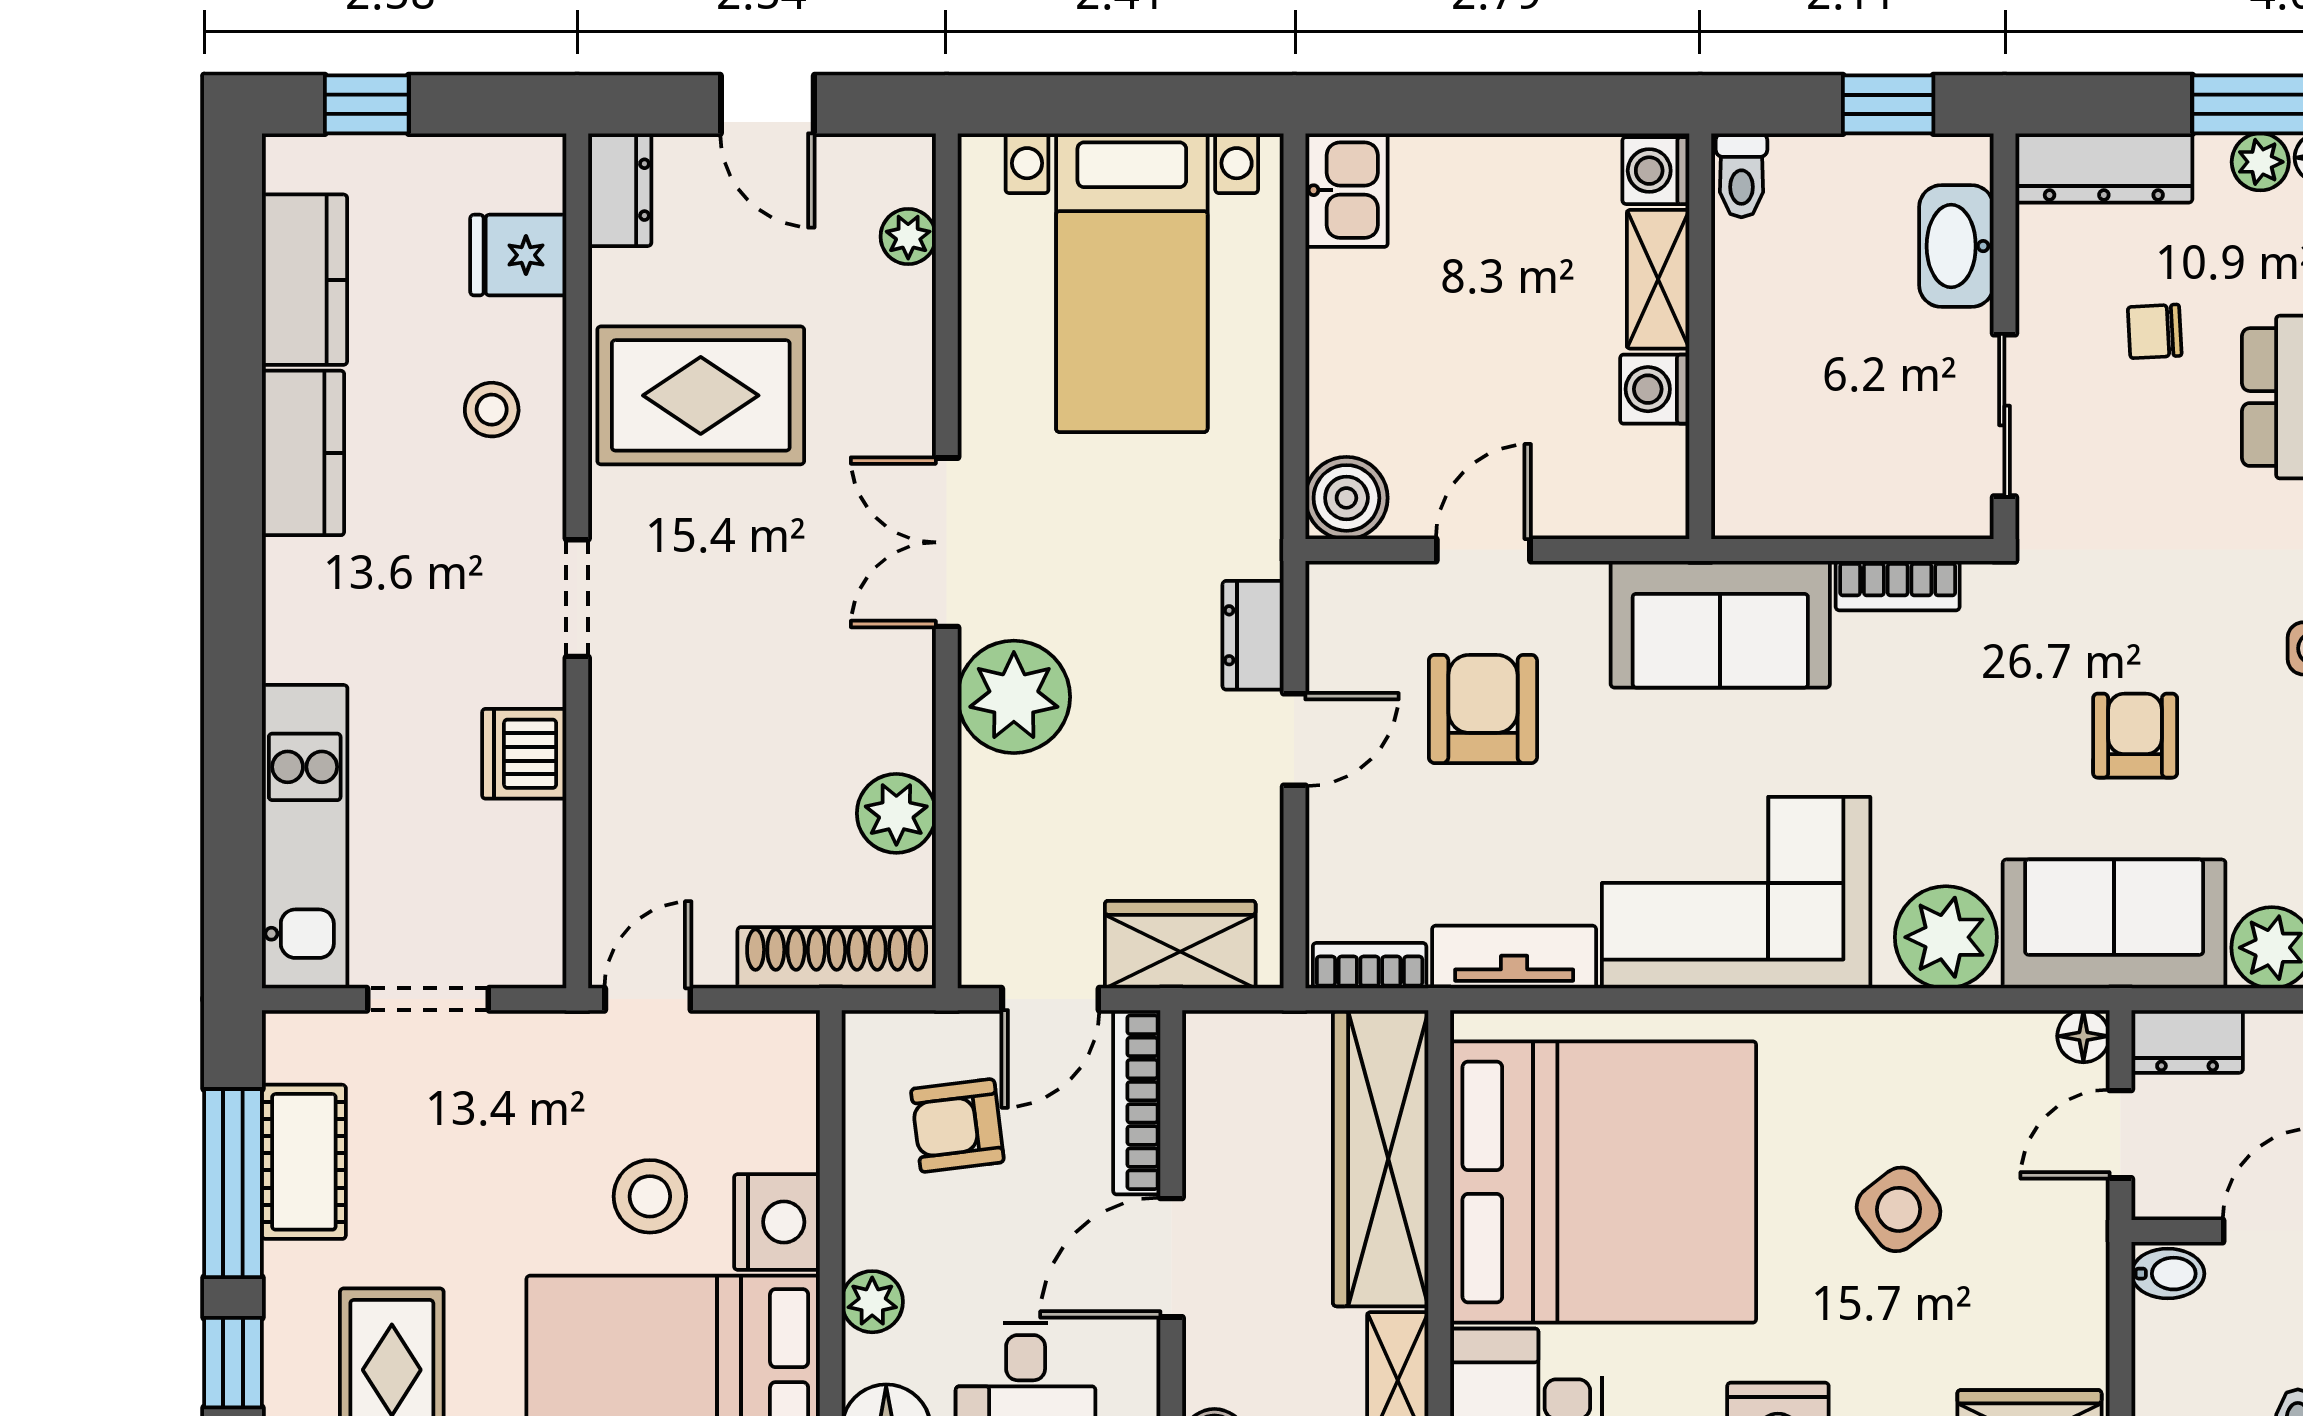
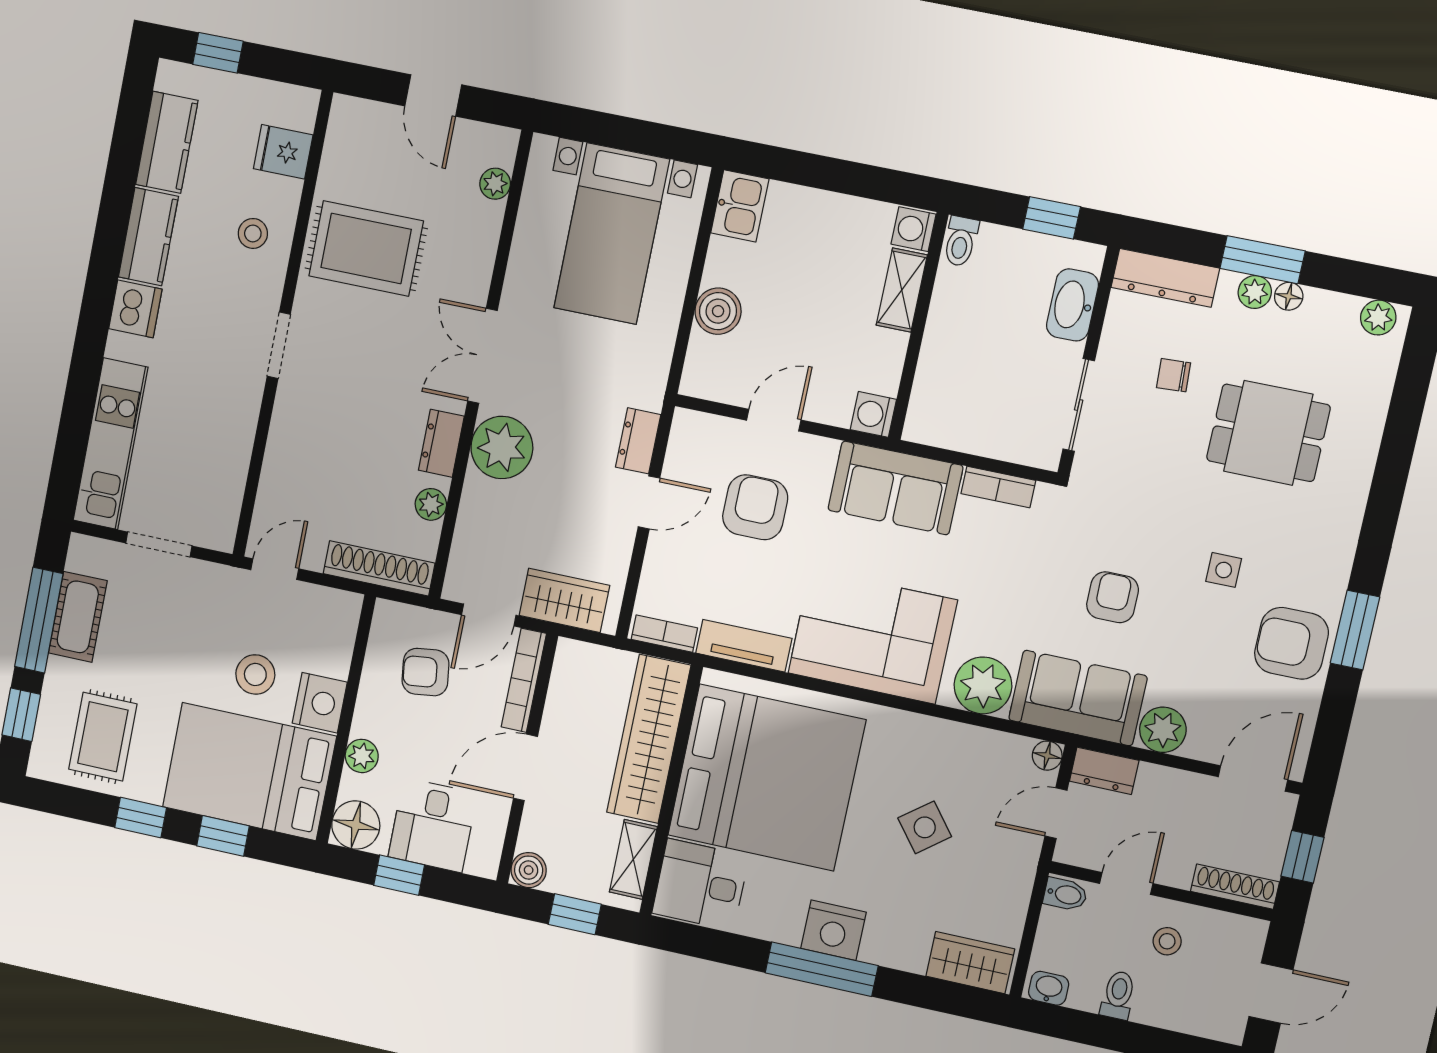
dresser: (620, 190) -> (441, 443), moved, turned 180
washing machine: (1655, 389) -> (873, 414), moved
boiler: (1346, 498) -> (718, 311), moved
dishwasher: (524, 754) -> (135, 309), moved, turned 180
plant: (896, 813) -> (431, 504), width x0.73, depth x0.73

